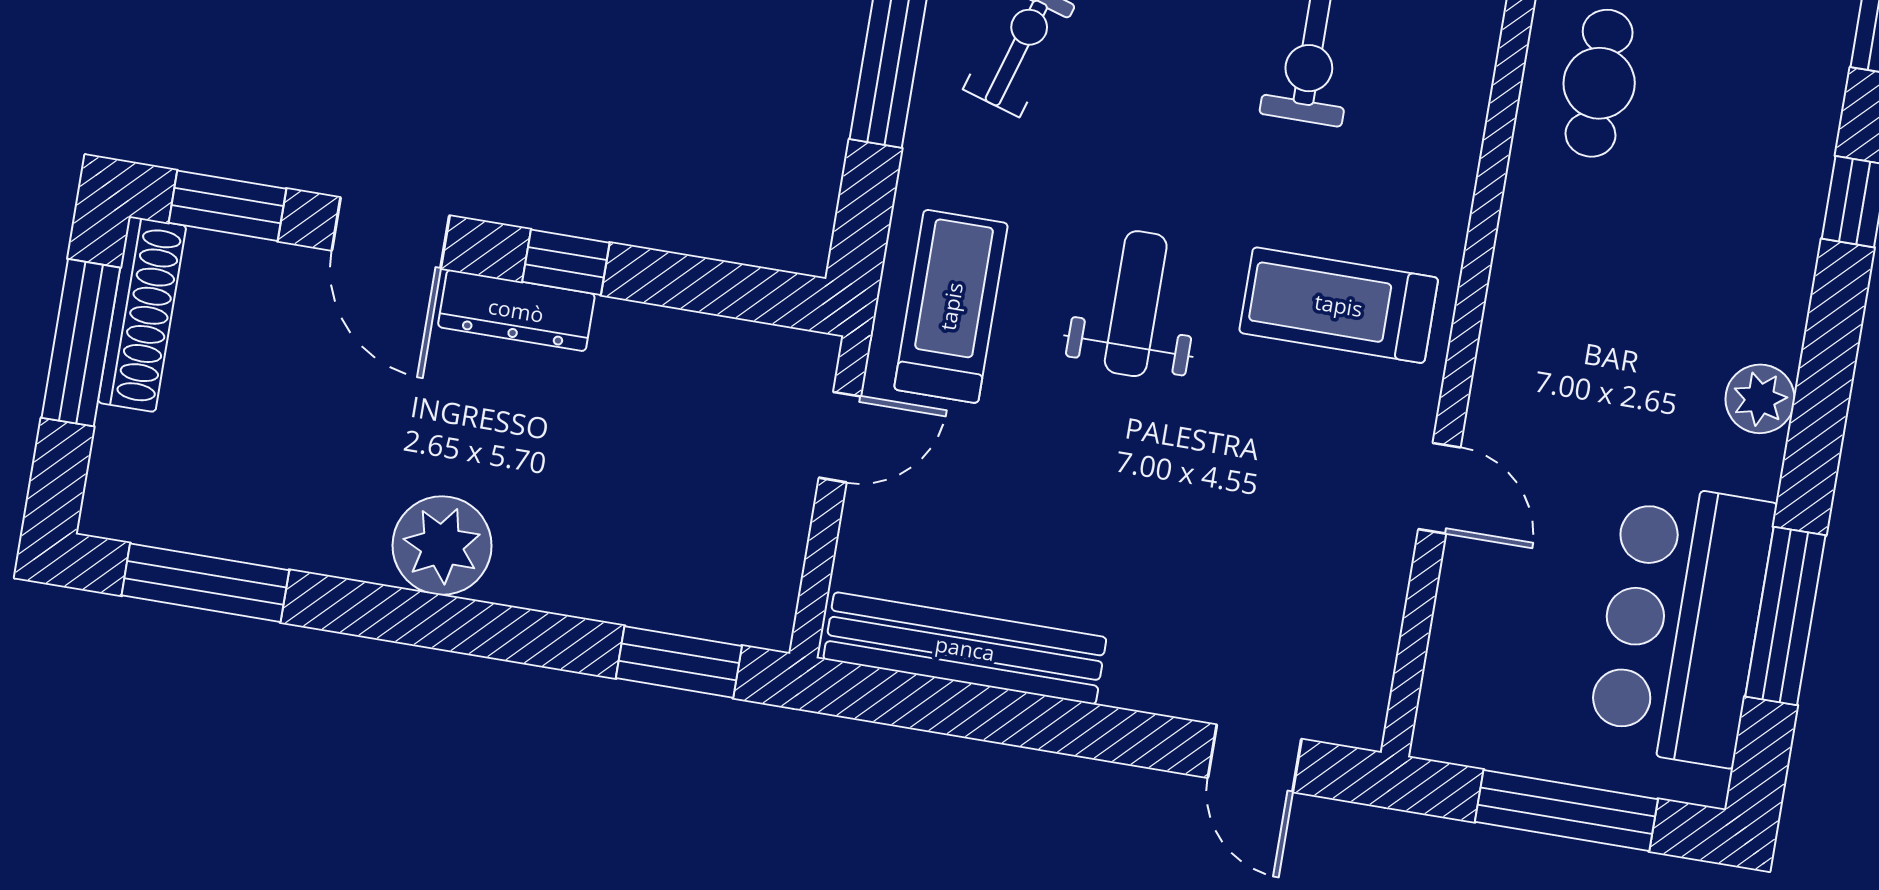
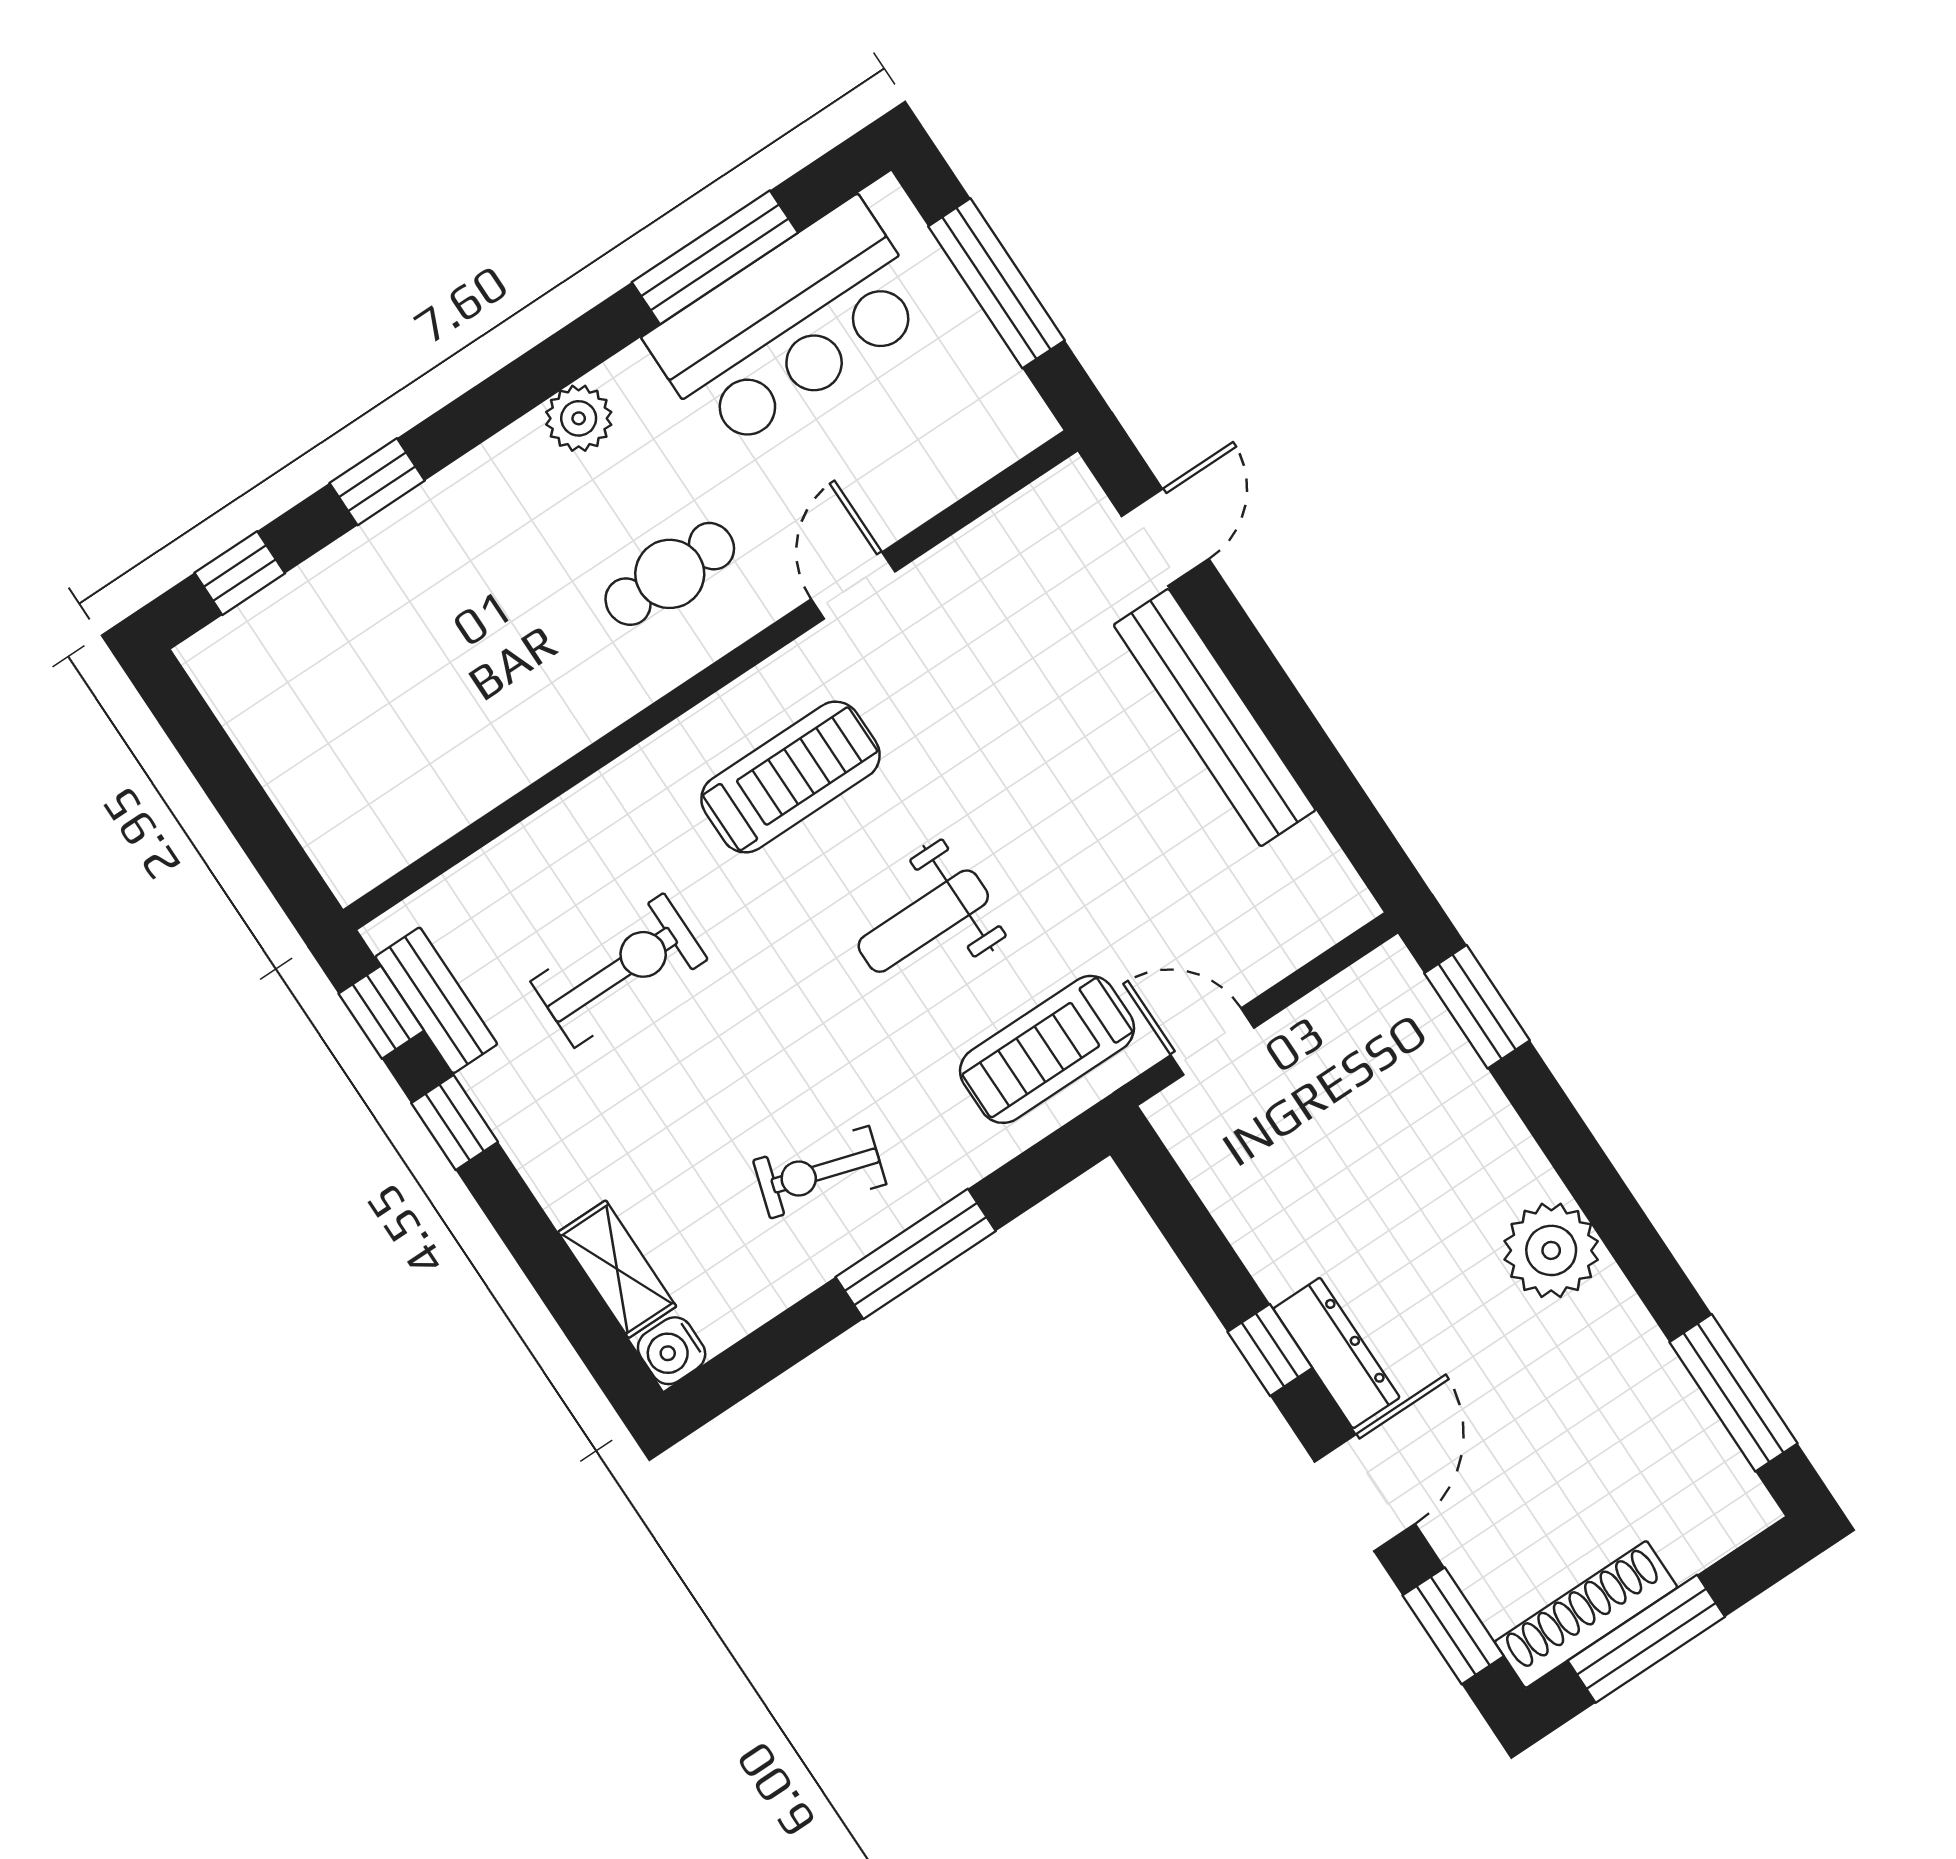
cafe table: (1599, 83) -> (670, 574), moved
treadmill: (1339, 305) -> (790, 777), turned -90
bench: (965, 648) -> (1215, 718), moved

